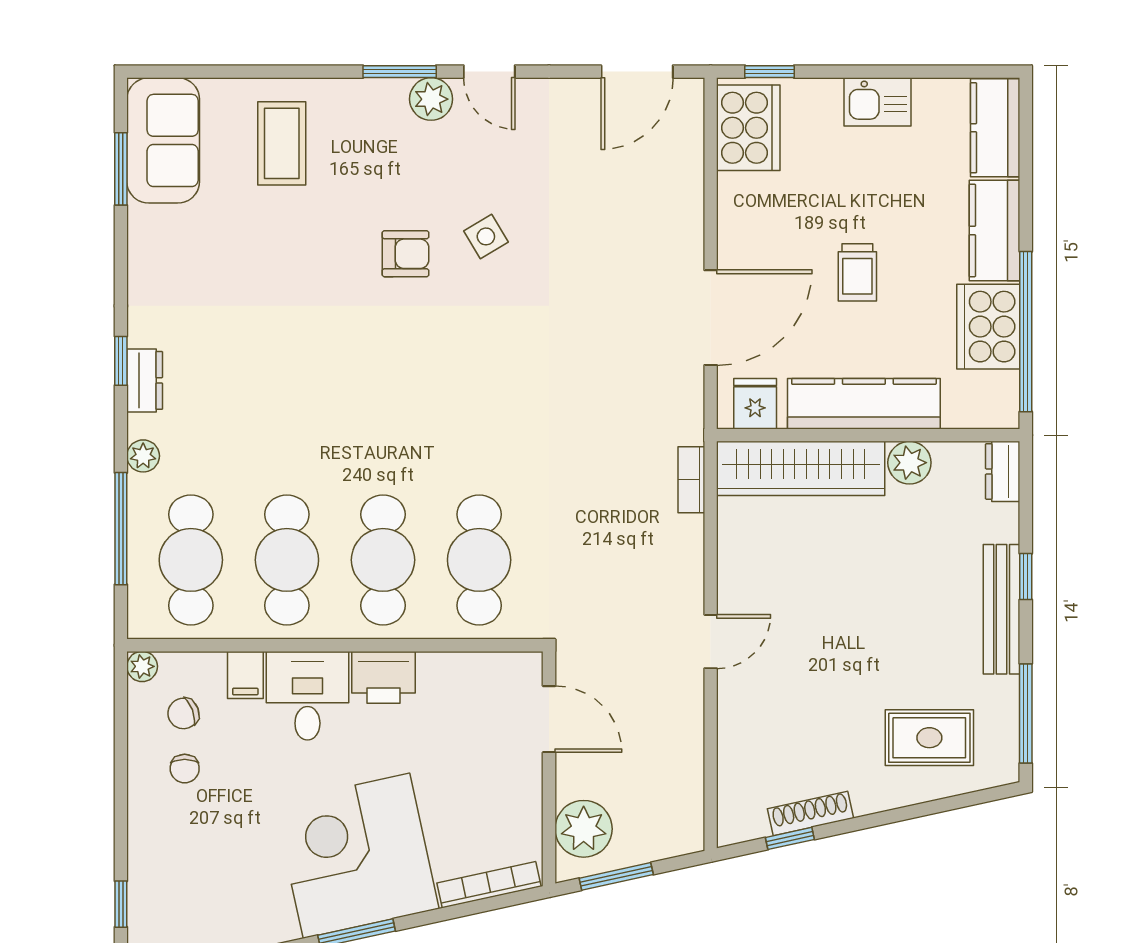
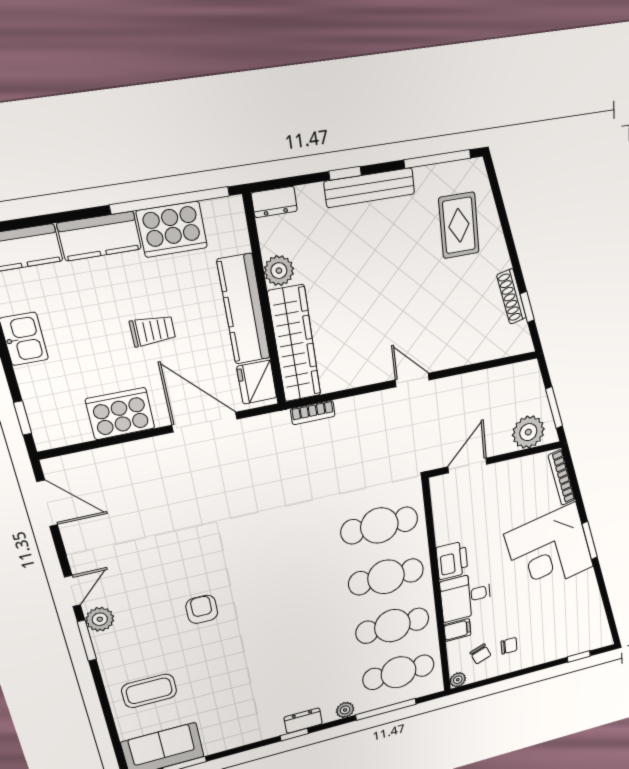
cooker: (748, 128) -> (120, 414), moved
side table: (486, 236) -> (181, 568), removed
fridge: (755, 404) -> (257, 382), width x1.38

